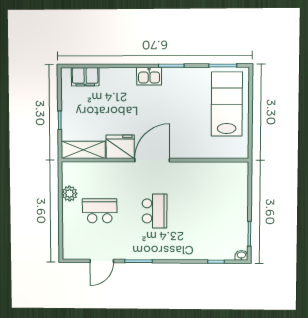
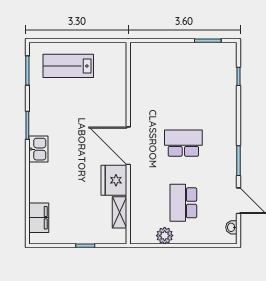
lab bench: (227, 104) -> (68, 66), width x0.73, depth x0.72
shelving: (83, 150) -> (120, 212), width x0.67, depth x0.75
washbasin: (241, 255) -> (231, 227), moved

